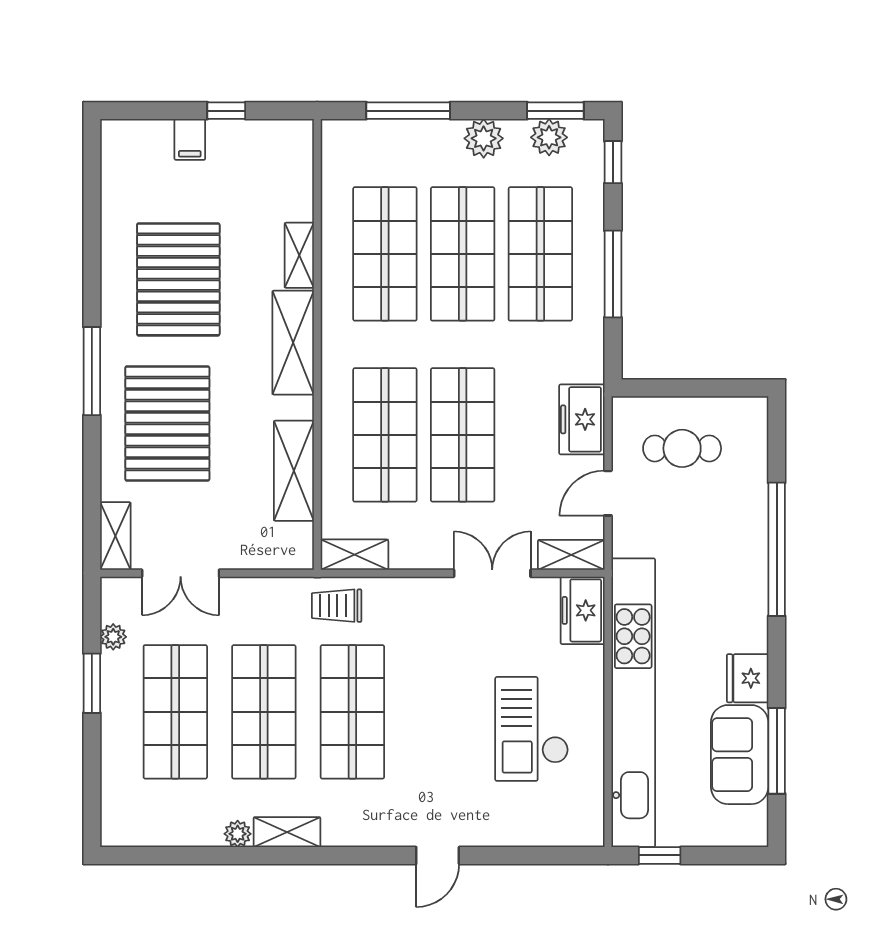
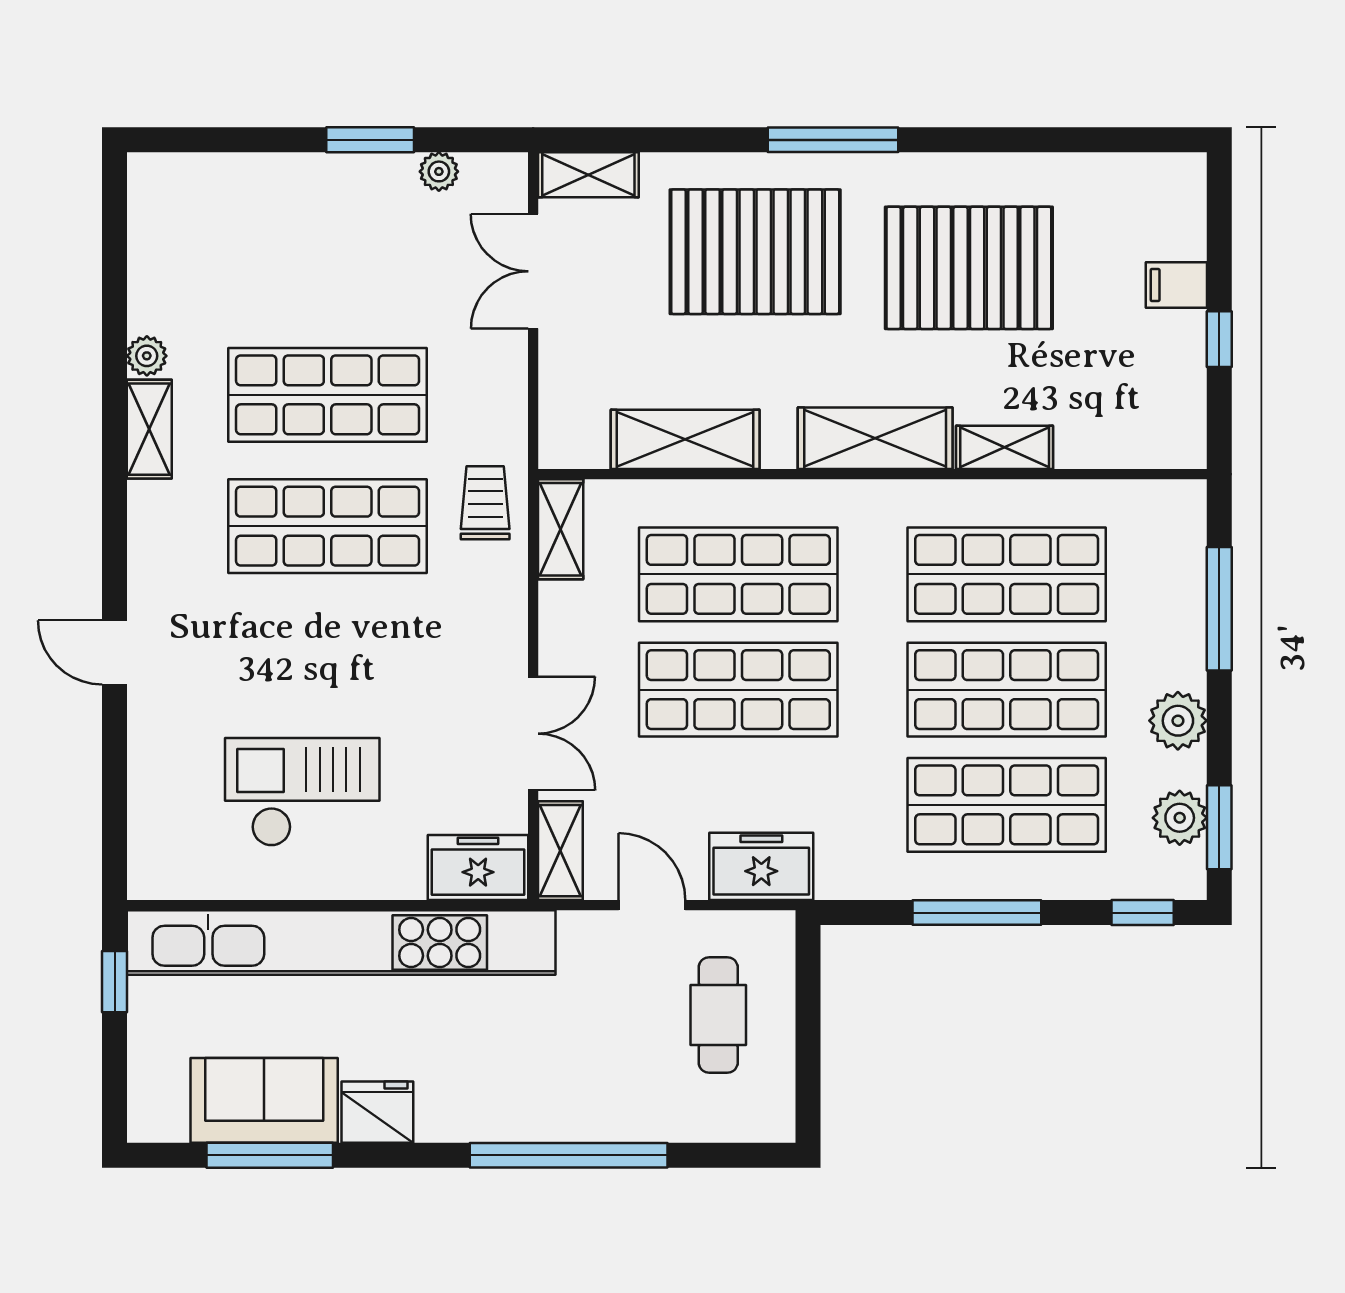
shop shelf: (175, 712) -> (328, 263), removed

